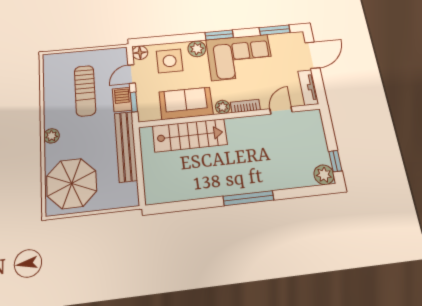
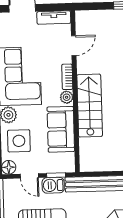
door: (281, 110) -> (74, 46), swing flipped
stairs: (190, 135) -> (90, 106), moved

